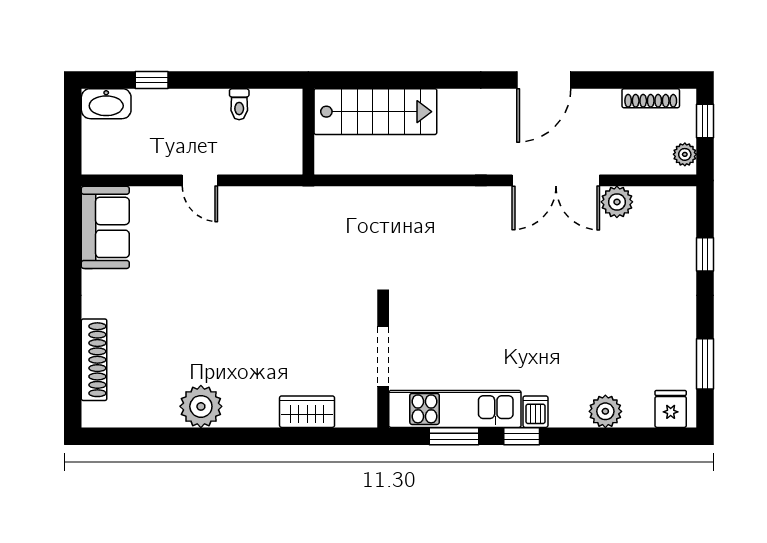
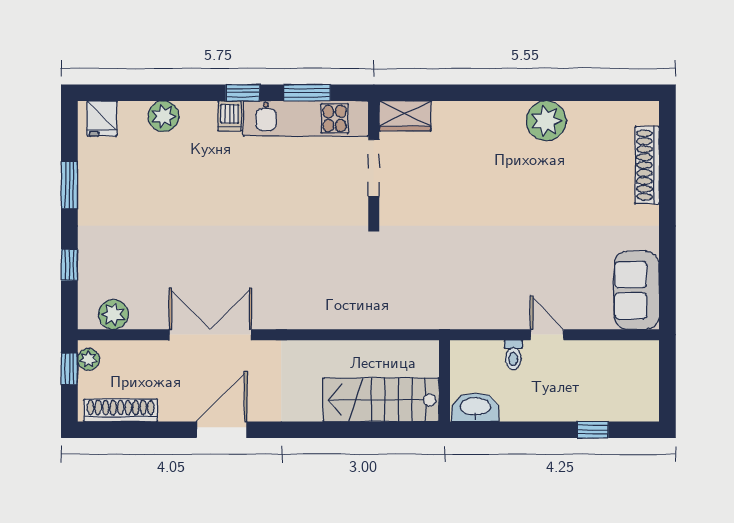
shoe rack: (651, 98) -> (121, 410), width x1.36, depth x1.24
washbasin: (106, 104) -> (475, 407), moved
toilet: (239, 104) -> (513, 355), moved, turned 180
window: (705, 121) -> (69, 369), moved
plant: (617, 202) -> (113, 314), moved
window: (705, 364) -> (69, 185), moved
wardrobe: (307, 412) -> (405, 116), moved

